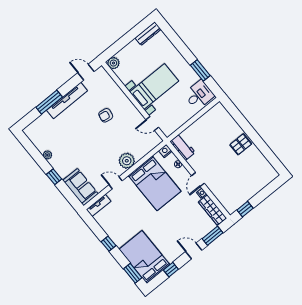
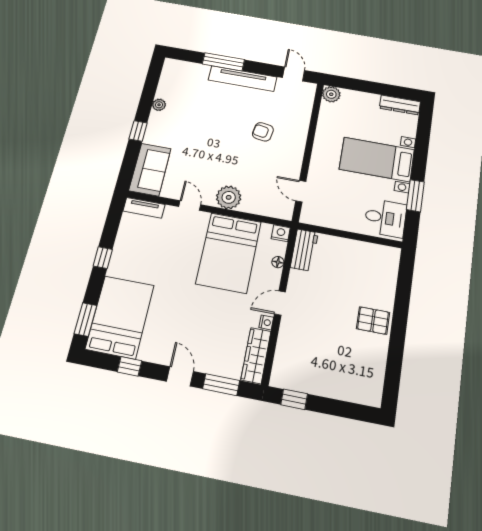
bed with nightstands: (154, 87) -> (377, 159), moved, turned 180

